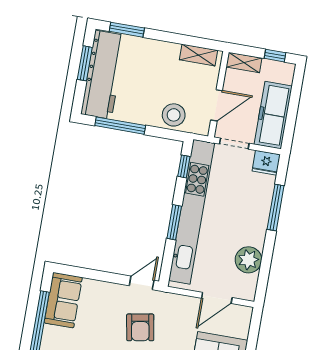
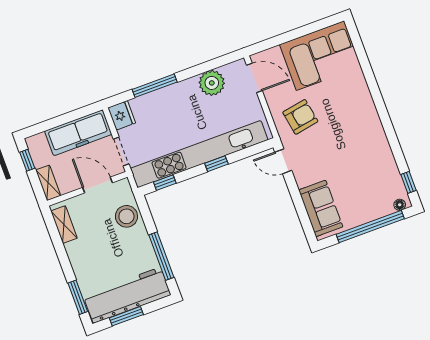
window: (174, 222) -> (216, 164), width x0.67
door: (217, 298) -> (254, 78), moved
sofa: (63, 300) -> (321, 208), moved, turned 90
armchair: (140, 327) -> (300, 117), moved

